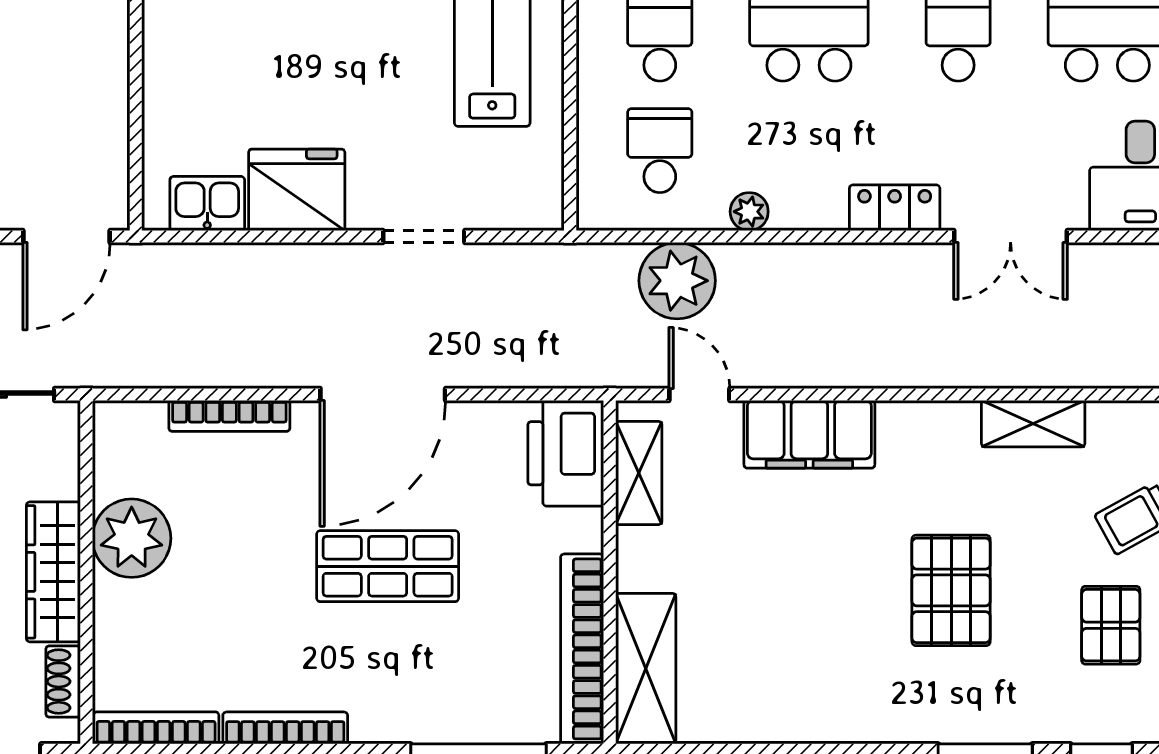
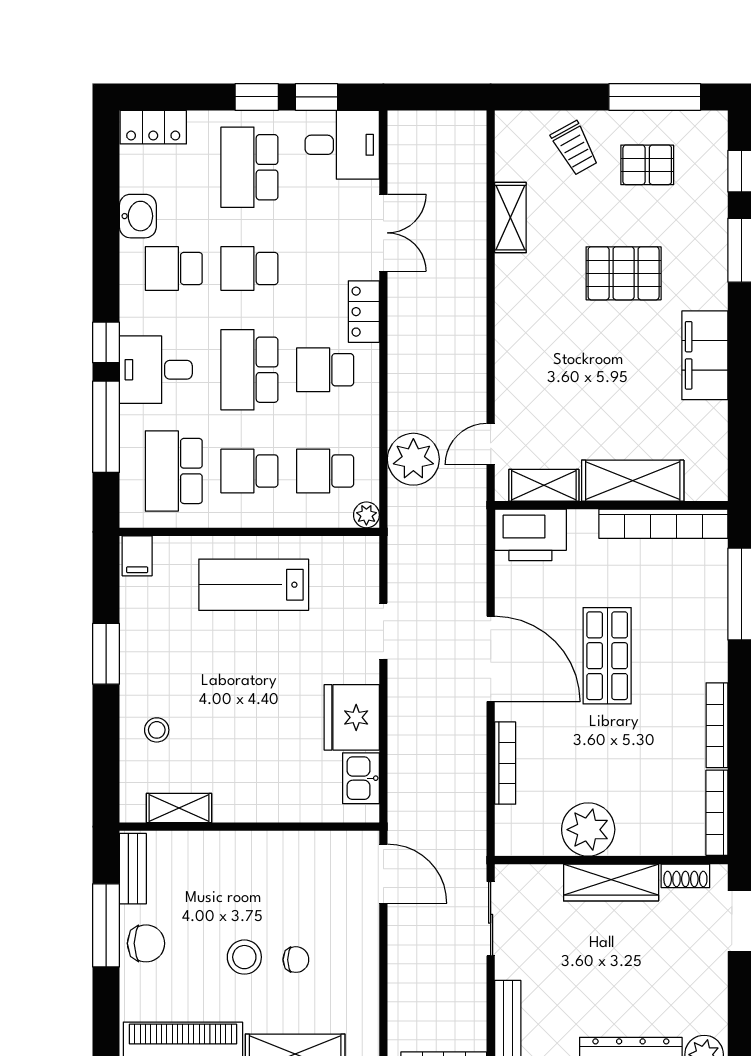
school desk: (809, 151) -> (325, 370), added
plant: (749, 212) -> (366, 515), moved
filing cabinet: (809, 434) -> (705, 355), moved, turned 180
shelving: (646, 669) -> (633, 481), moved

